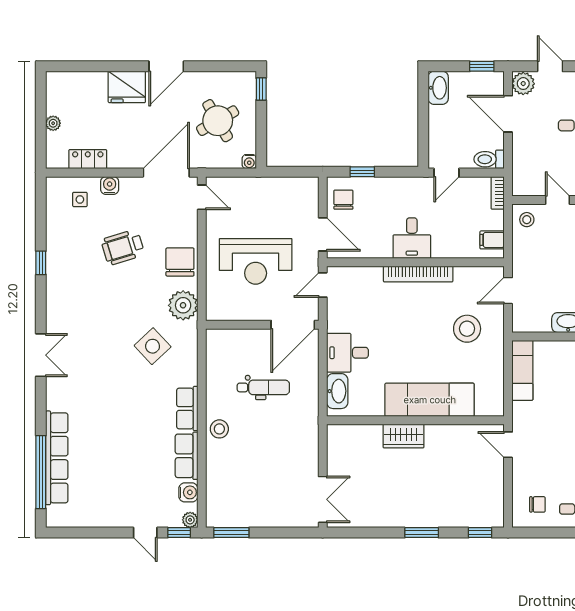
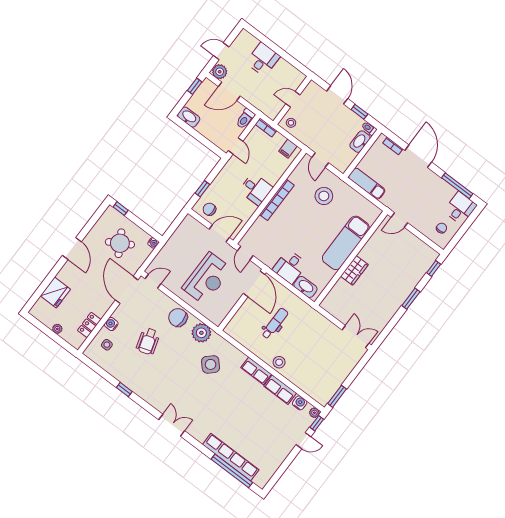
fridge: (127, 87) -> (55, 293), moved

